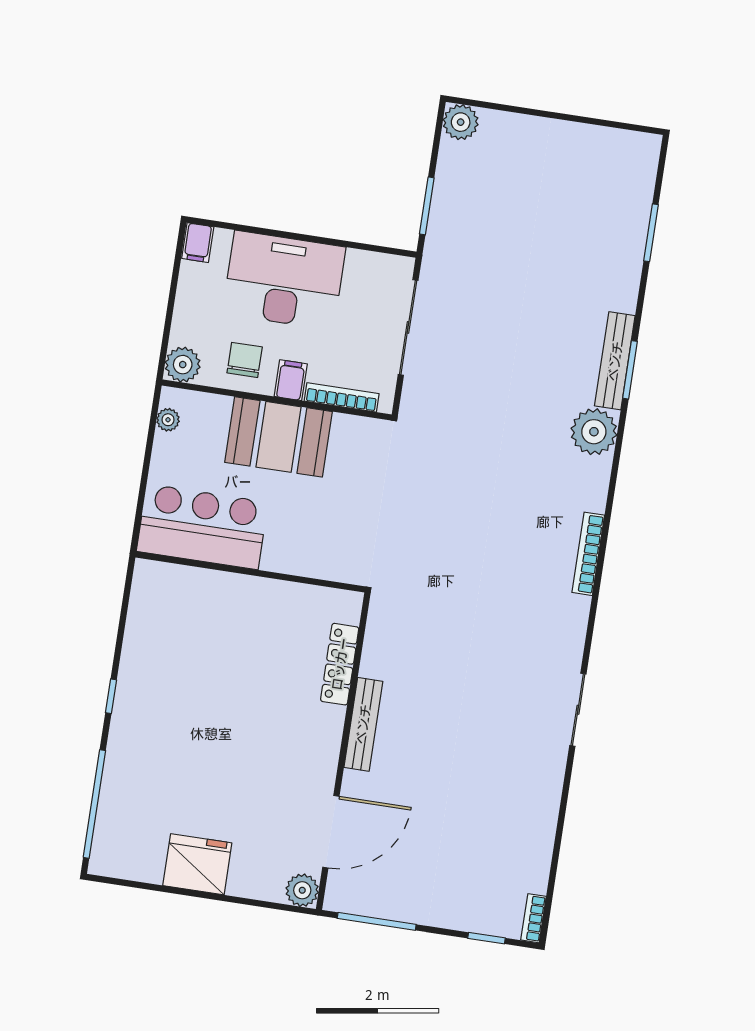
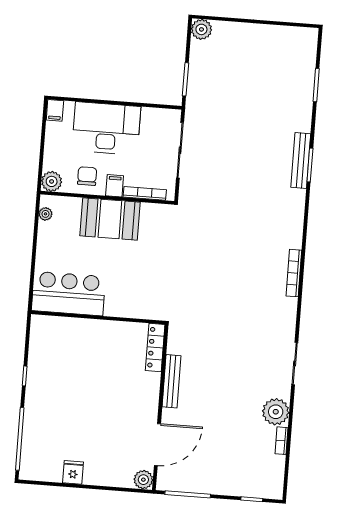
plant: (594, 432) -> (276, 412), moved
bar counter: (202, 527) -> (68, 294), moved
wall: (250, 572) -> (98, 317), moved
fridge: (197, 864) -> (73, 472), width x0.53, depth x0.75
bookcase: (533, 918) -> (282, 441), moved

